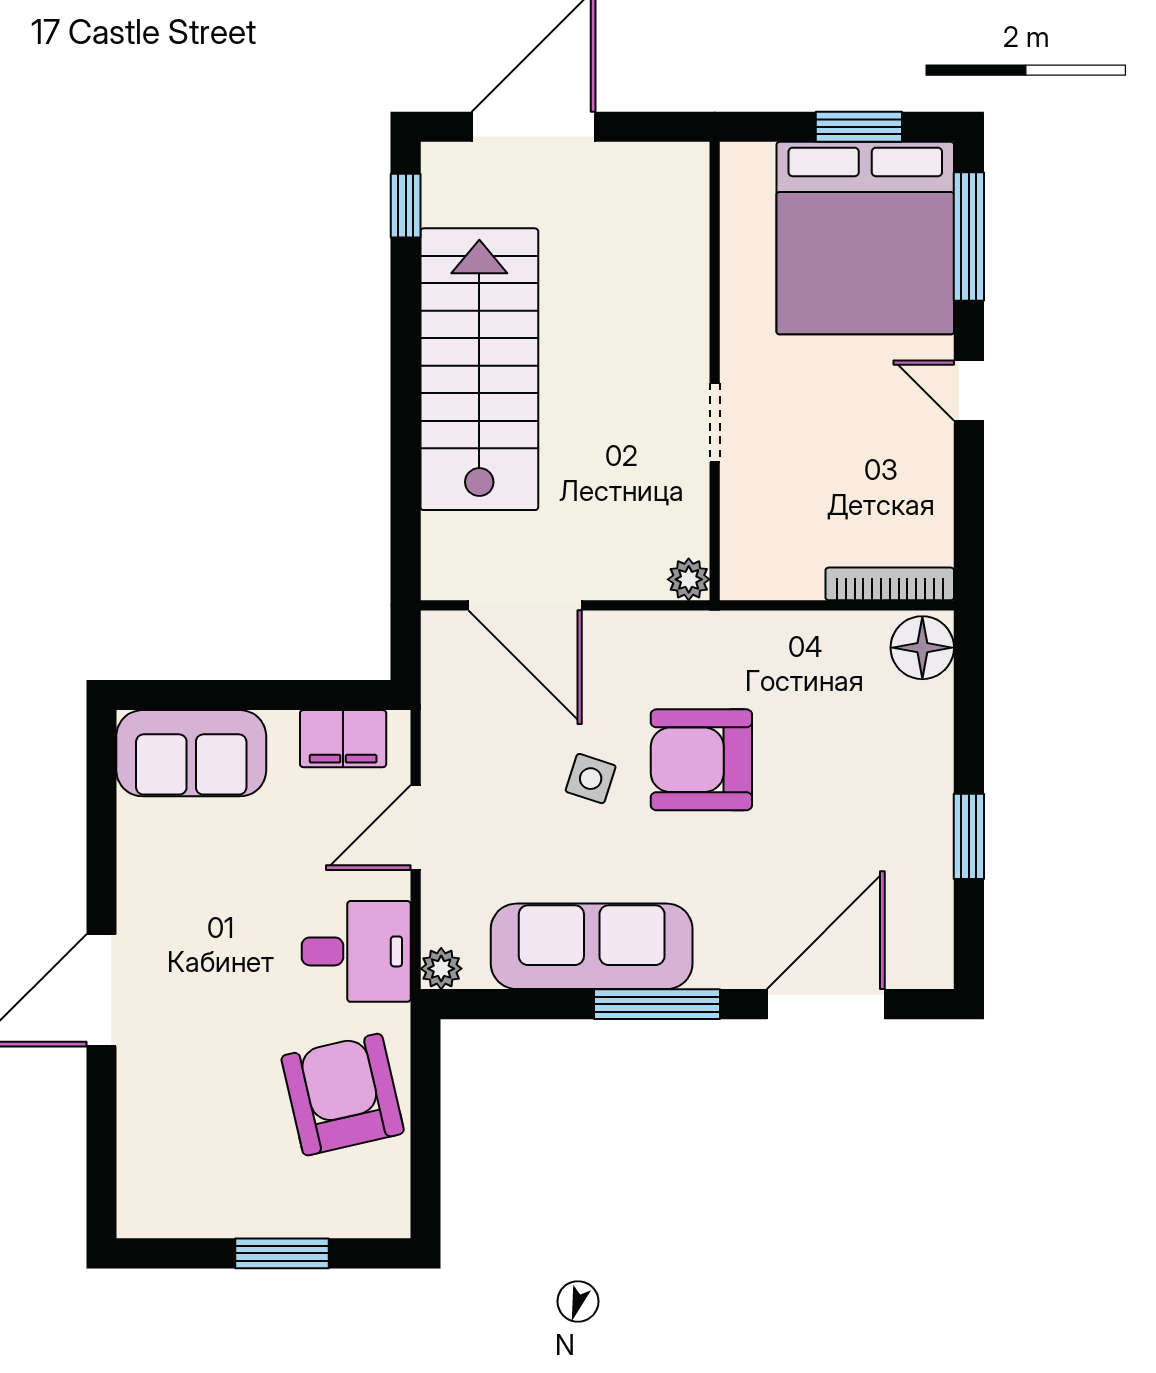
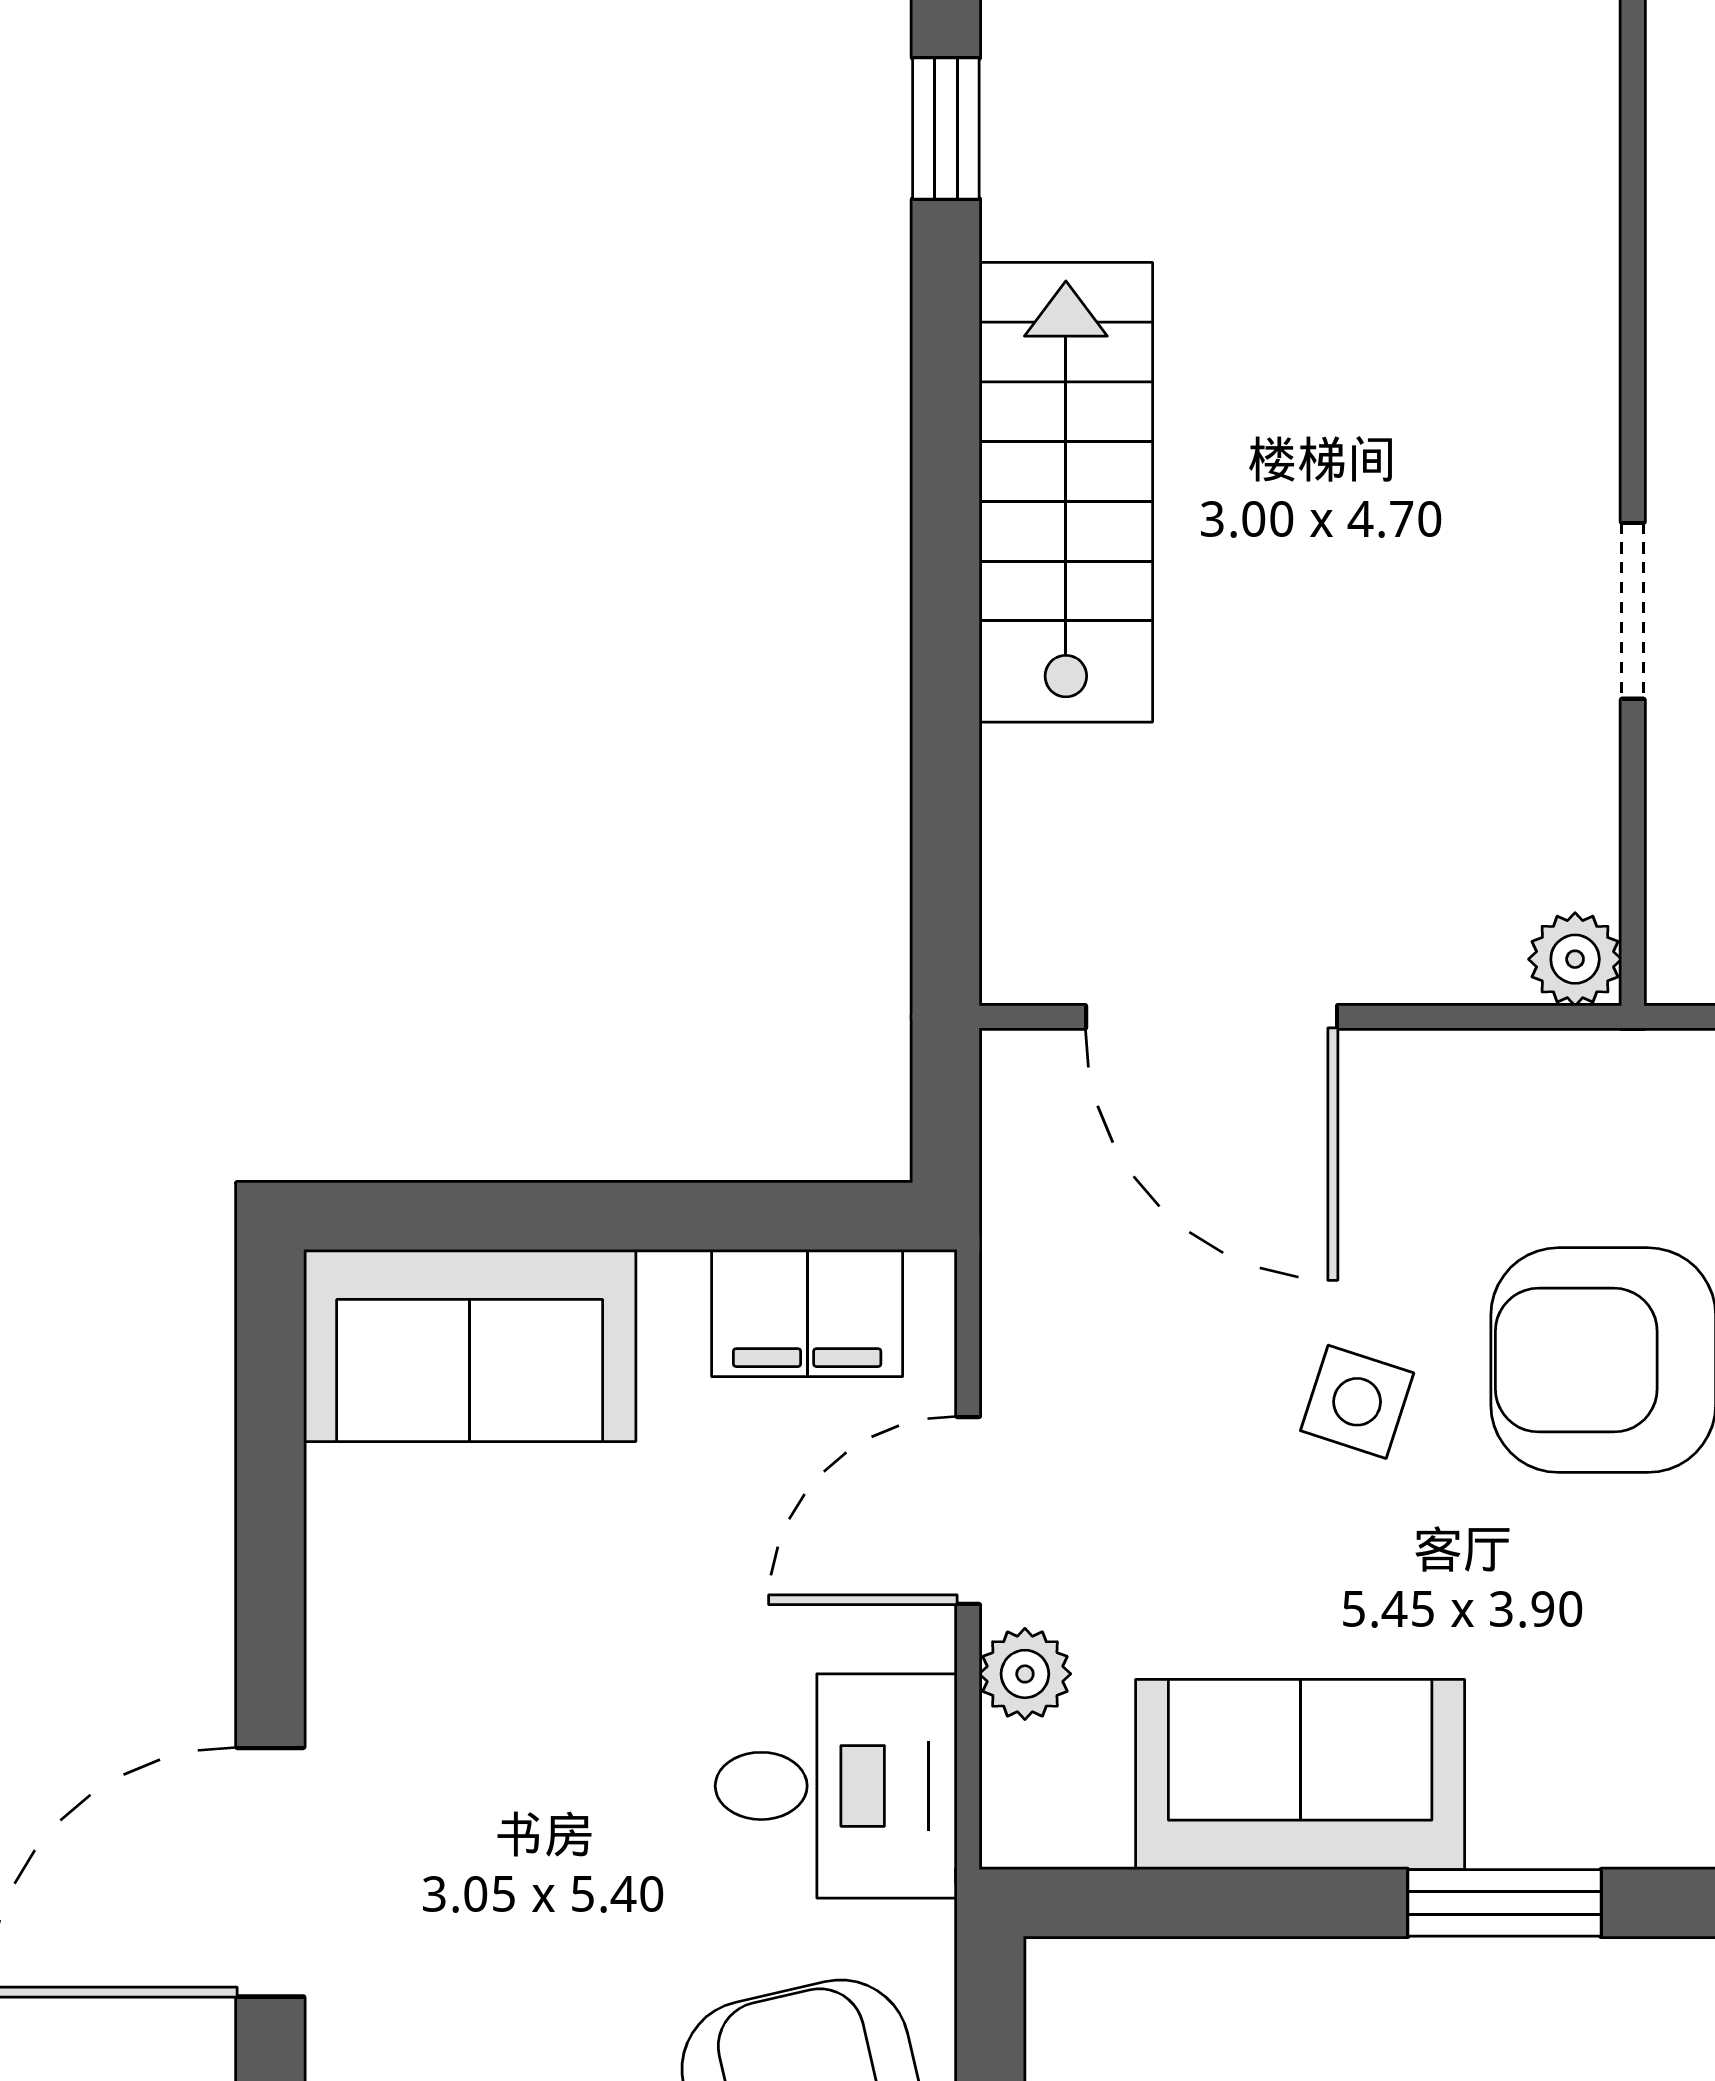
stairs: (479, 369) -> (1066, 492), width x0.73, depth x0.66
sofa: (592, 946) -> (1300, 1775), width x0.73
plant: (441, 969) -> (1025, 1674), moved
window: (657, 1004) -> (1504, 1903), width x0.69

